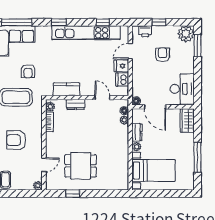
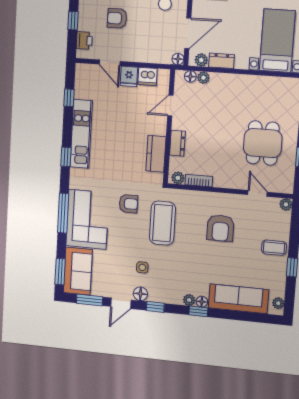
kitchen unit: (86, 33) -> (81, 134), width x0.73
plant: (137, 147) -> (201, 60), moved

